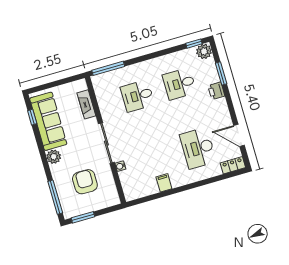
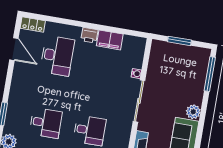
printer: (216, 91) -> (89, 35), moved, turned 90
armchair: (85, 182) -> (176, 75), removed
filing cabinet: (164, 183) -> (110, 40), width x2.00
window: (83, 217) -> (179, 41), moved

